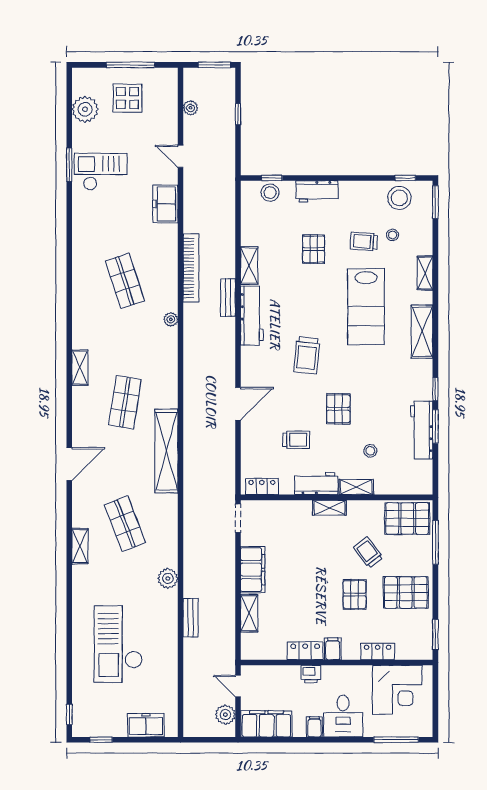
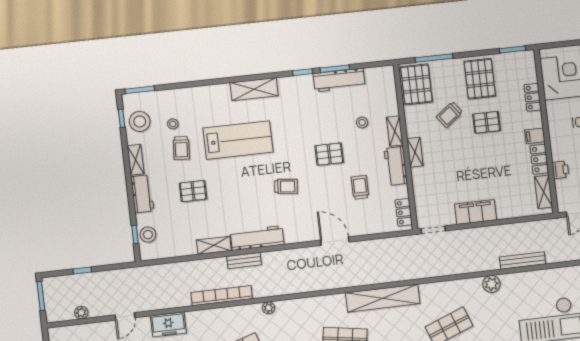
shelving: (425, 273) -> (136, 160), moved, turned 90
trolley: (307, 355) -> (286, 186), width x0.73, depth x0.72
shelving: (249, 613) -> (543, 192), moved, turned 90
bench: (191, 618) -> (523, 260), width x1.36
printer: (311, 674) -> (560, 170), moved

